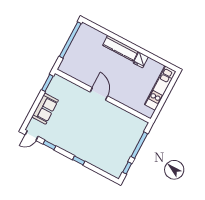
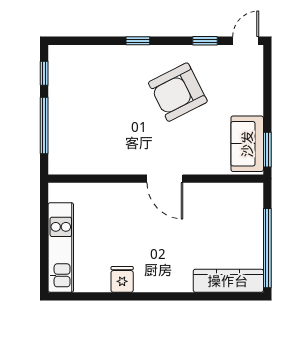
kitchen counter: (120, 48) -> (228, 281), moved
sofa: (45, 109) -> (247, 144), moved
armchair: (73, 129) -> (178, 92), added

